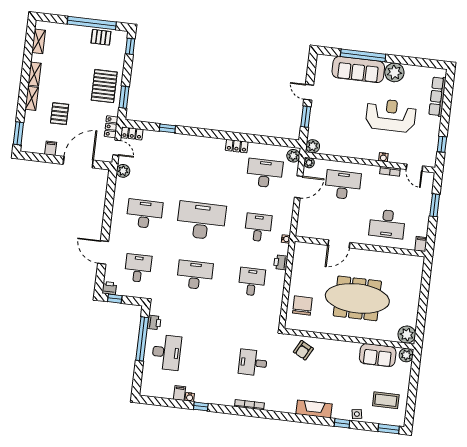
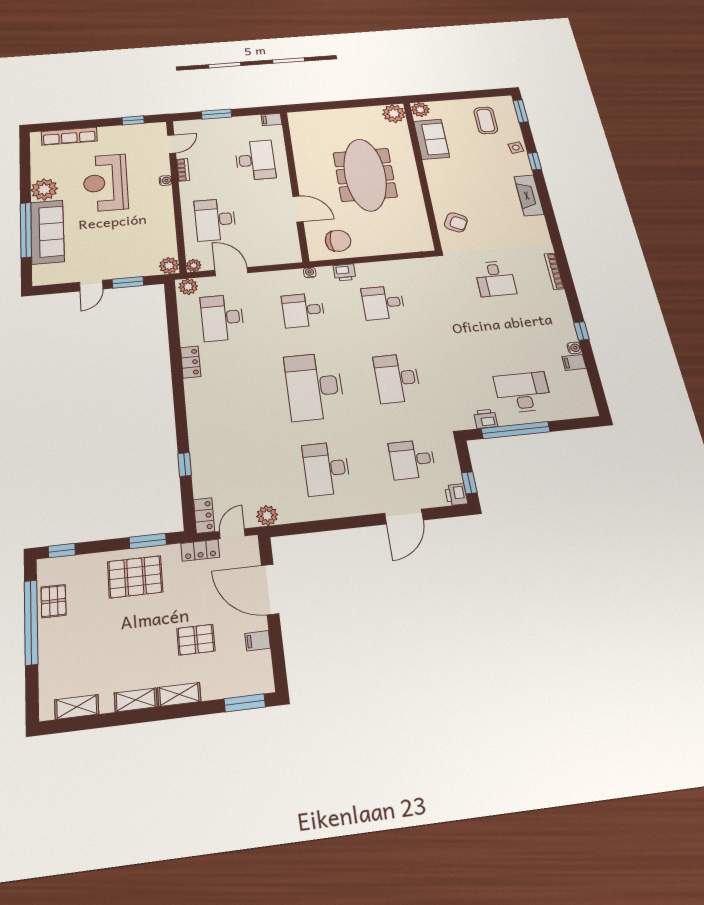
chair: (302, 306) -> (338, 241), moved, turned 180

